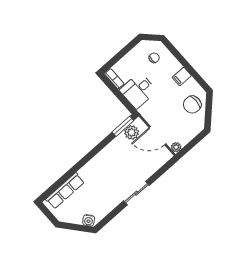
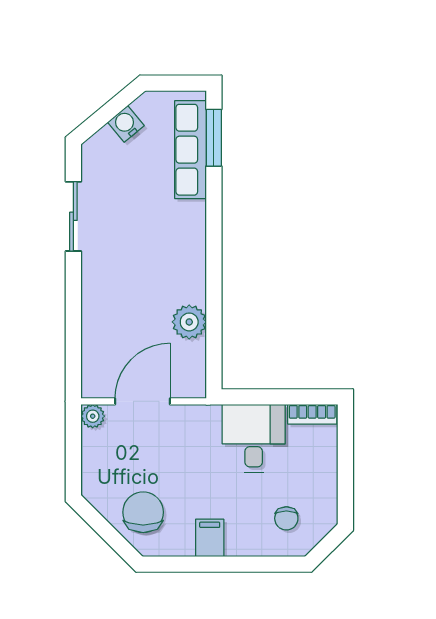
window: (123, 126) -> (214, 138), moved
plant: (132, 132) -> (189, 322), moved
sliding door: (136, 193) -> (73, 216), moved
water cooler: (89, 220) -> (126, 124), moved

